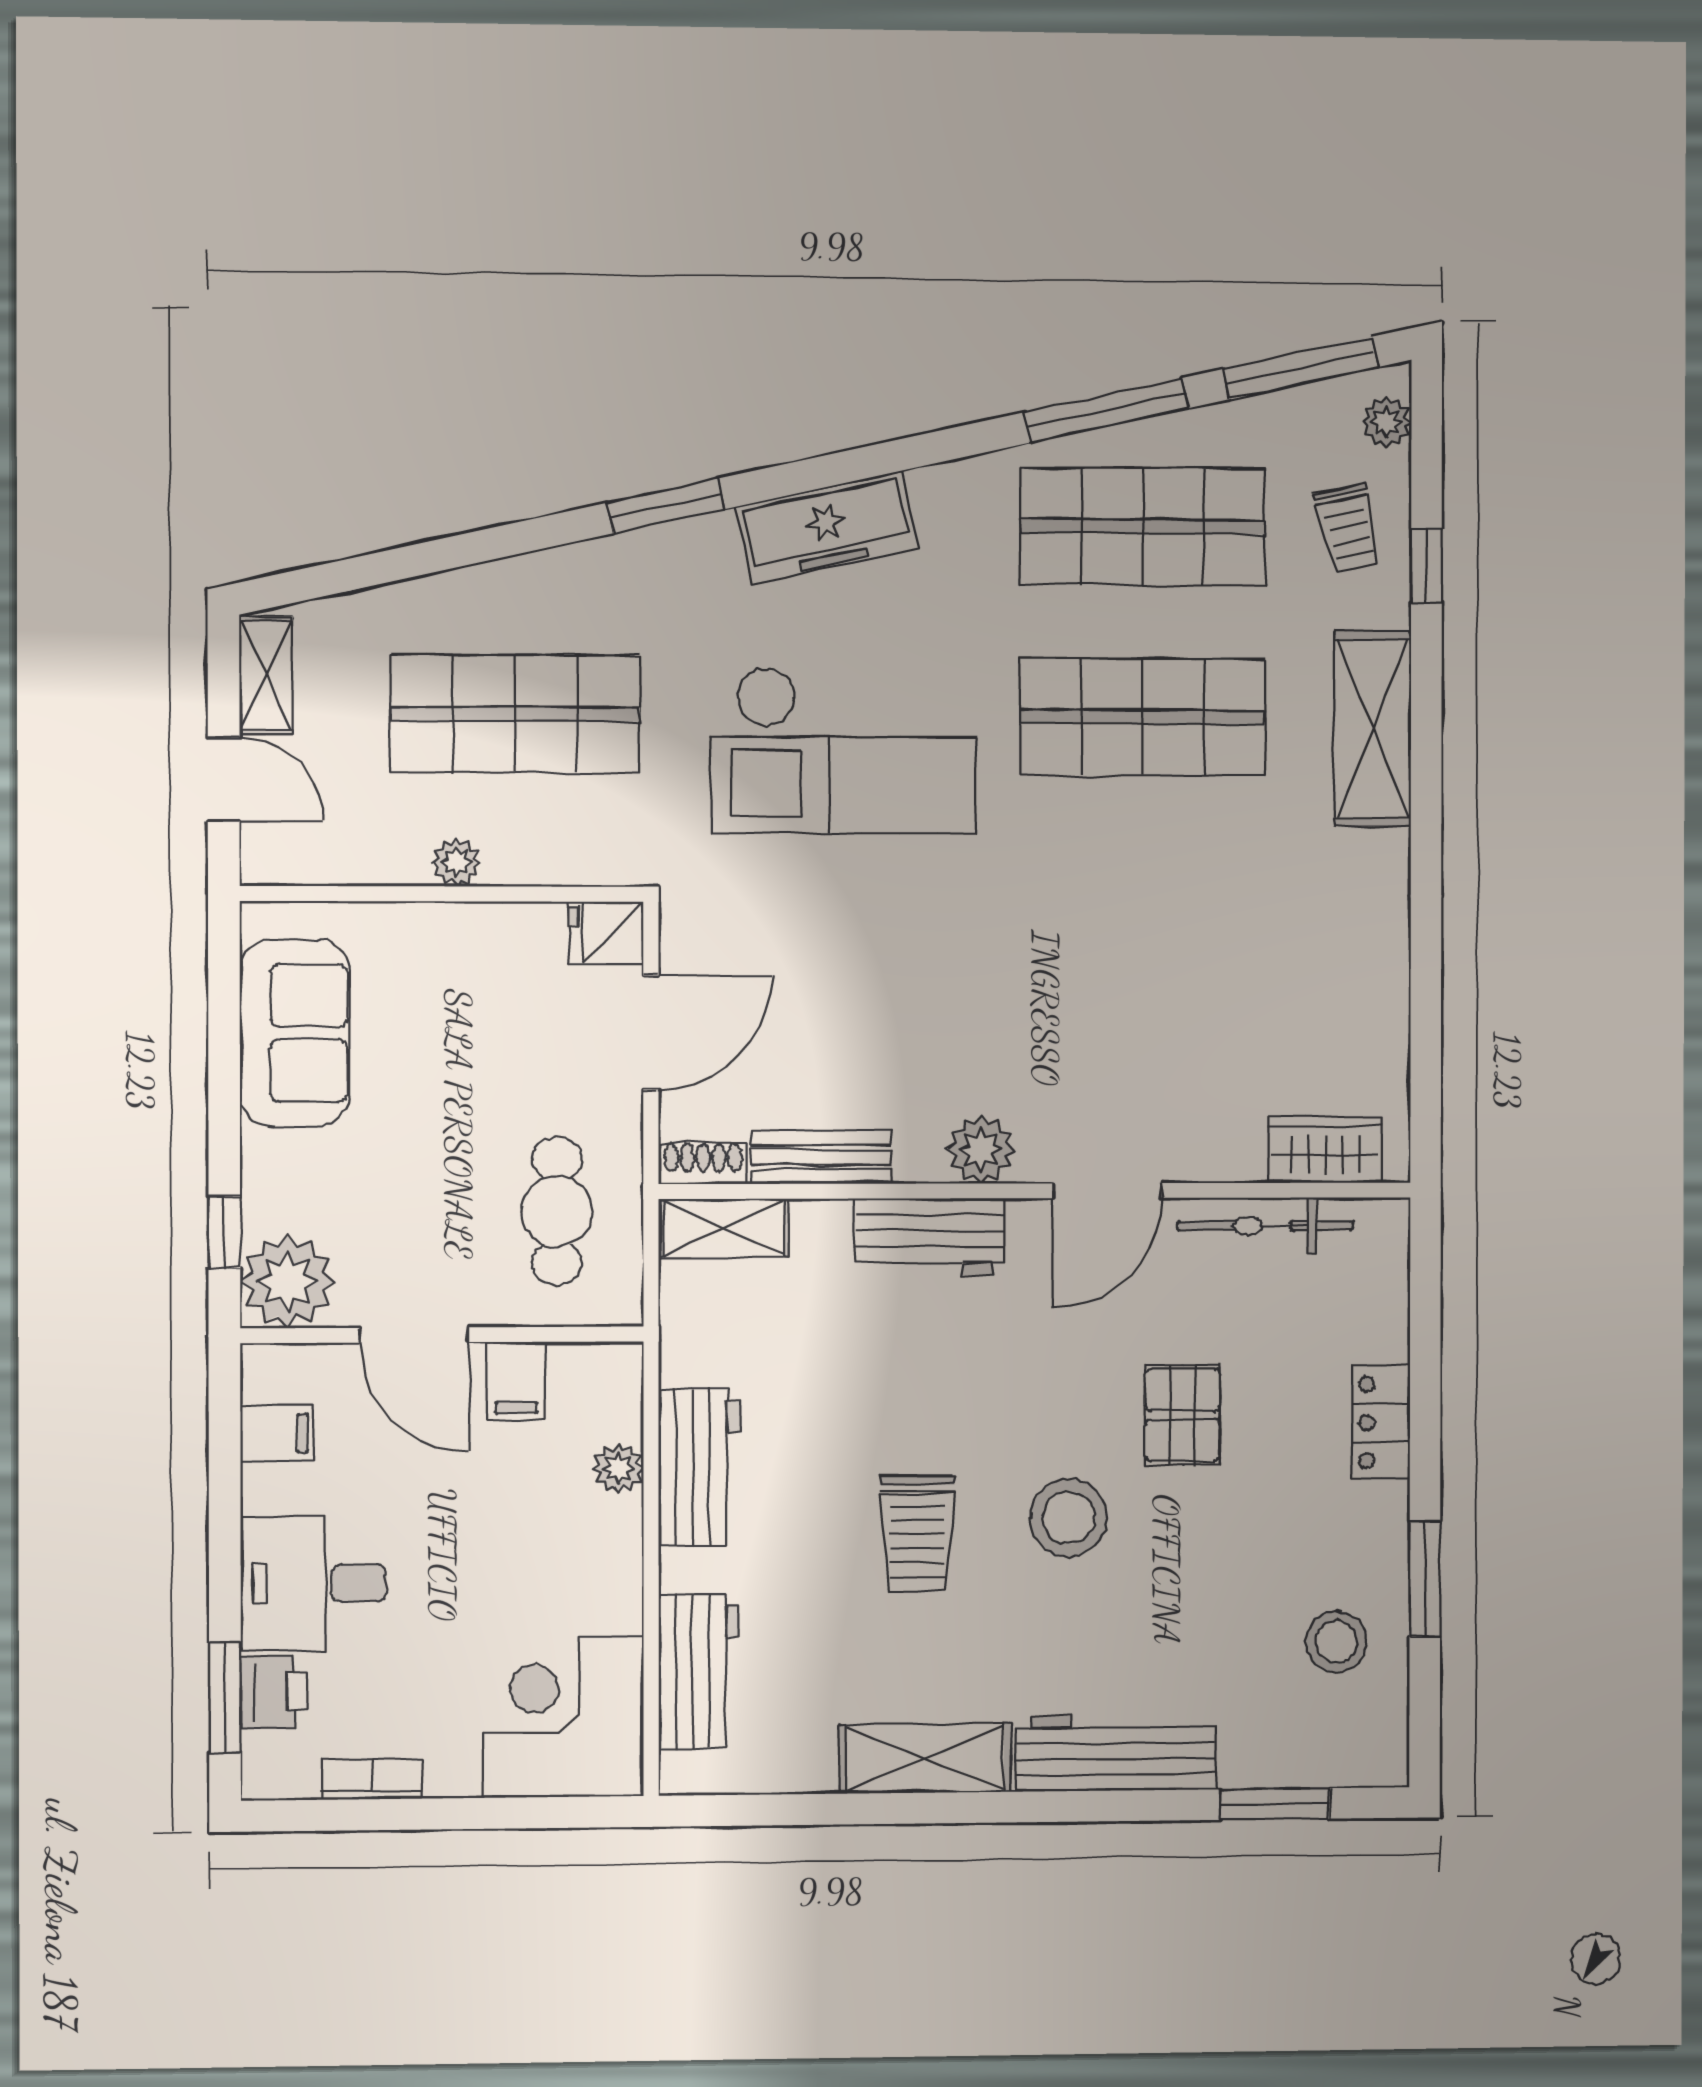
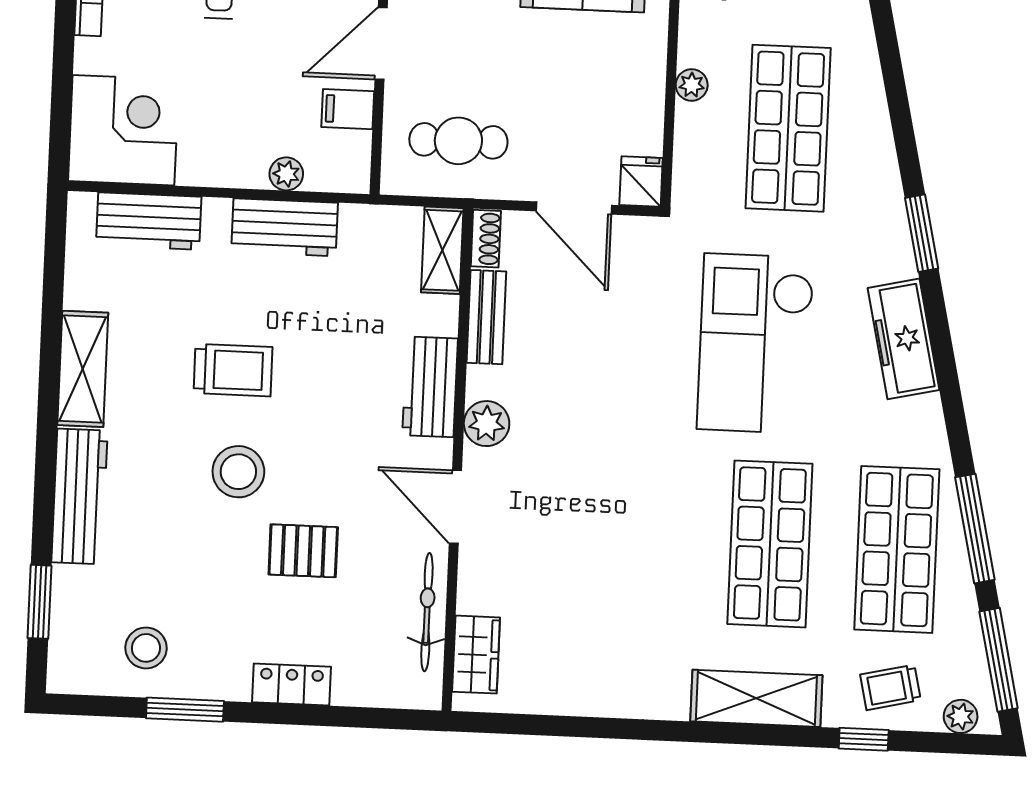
trolley: (917, 1533) -> (233, 370), turned 180

